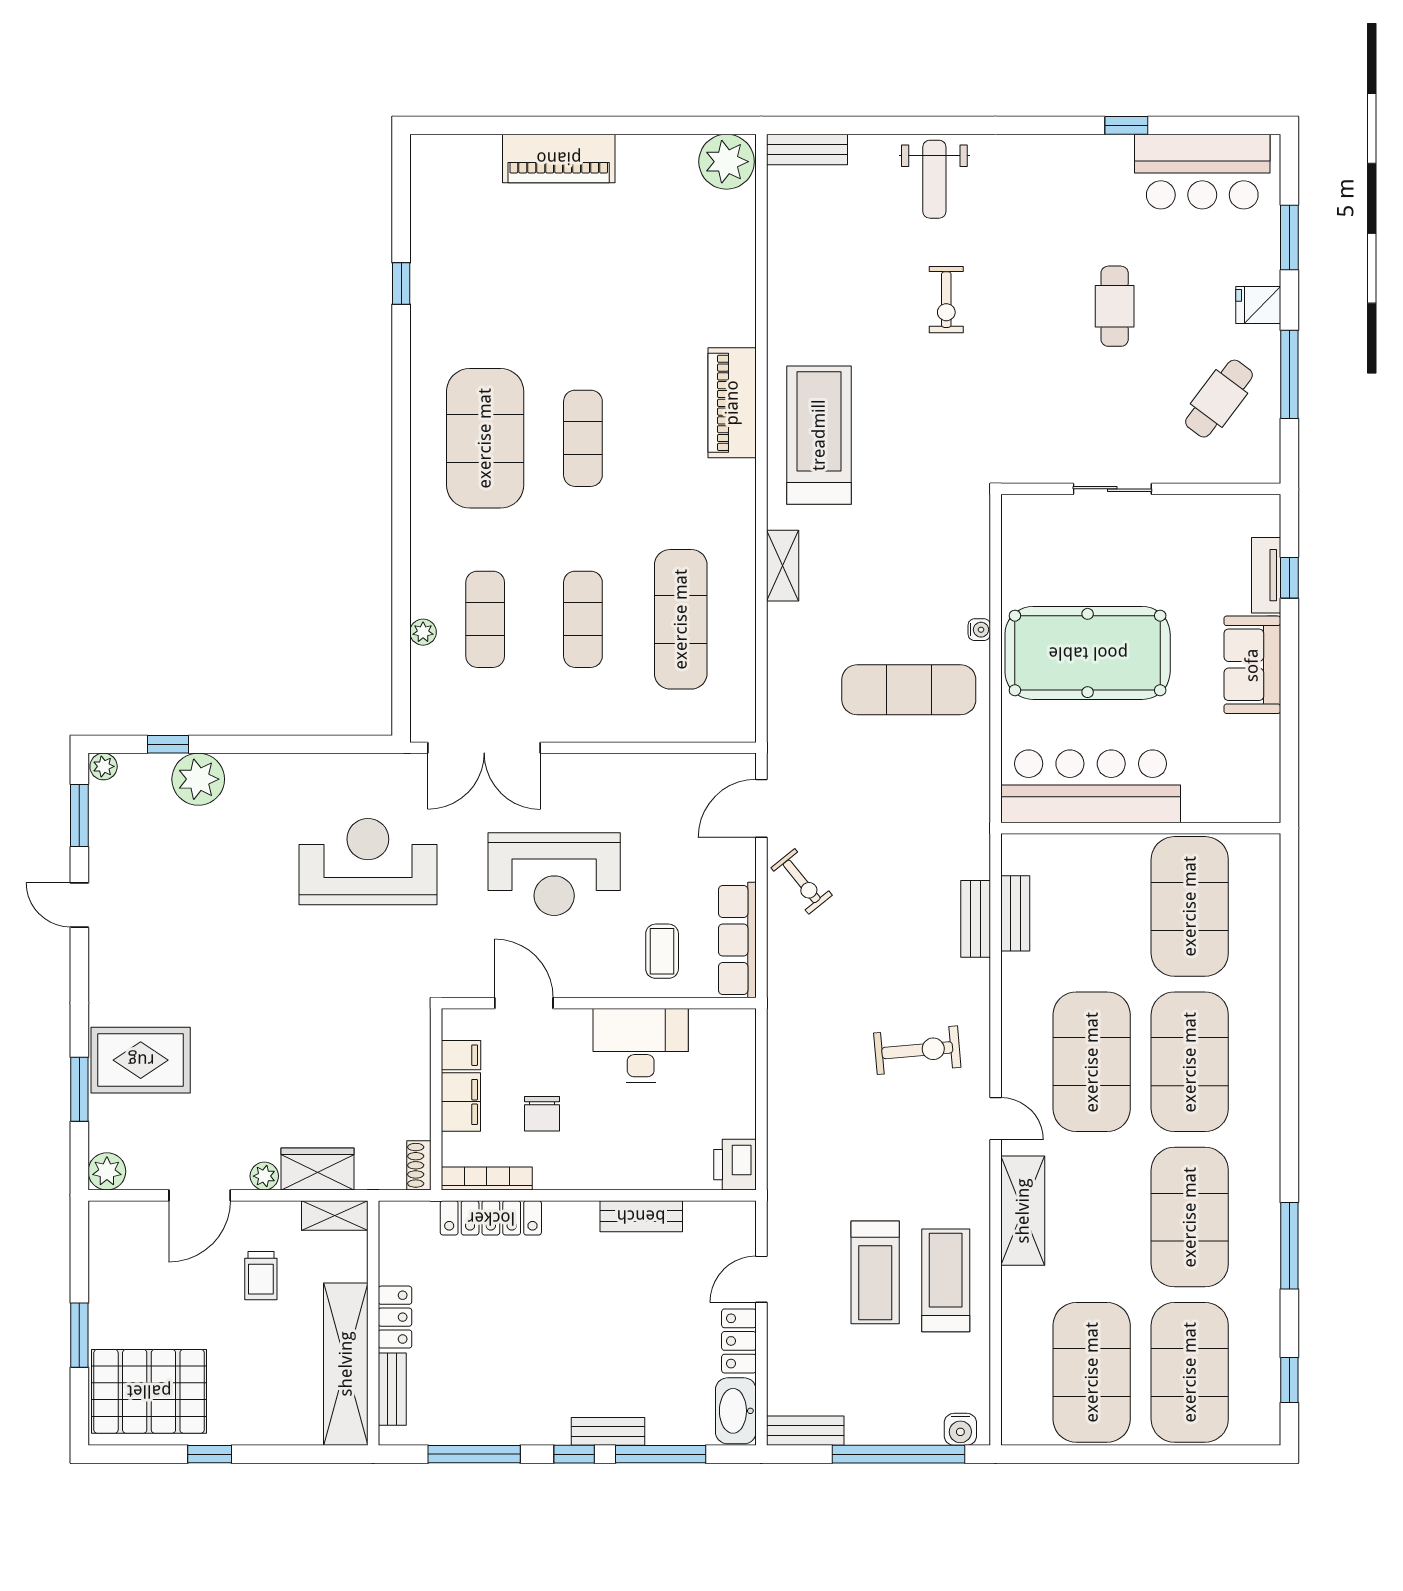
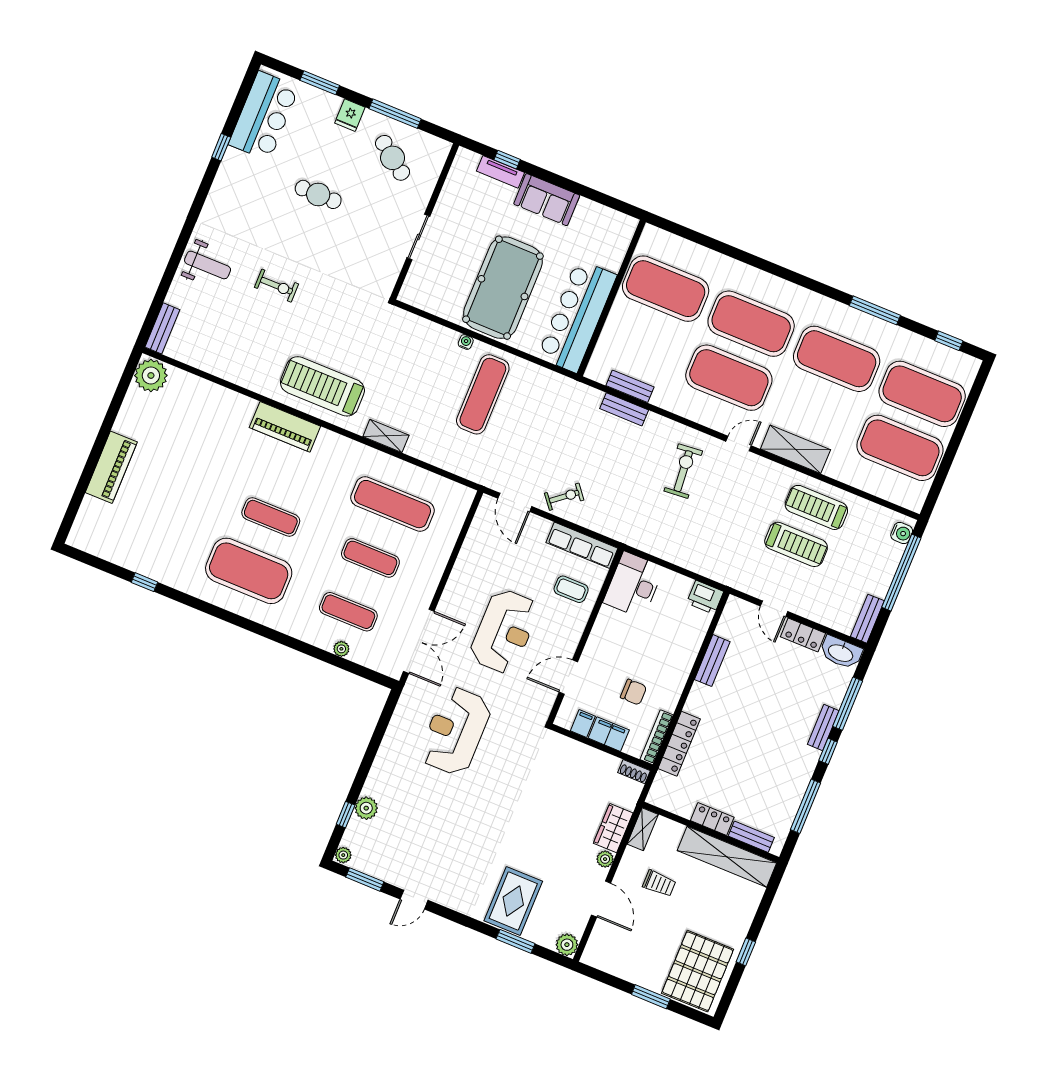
plant: (198, 779) -> (366, 808), width x0.73, depth x0.73
desk: (641, 1046) -> (634, 585), moved

